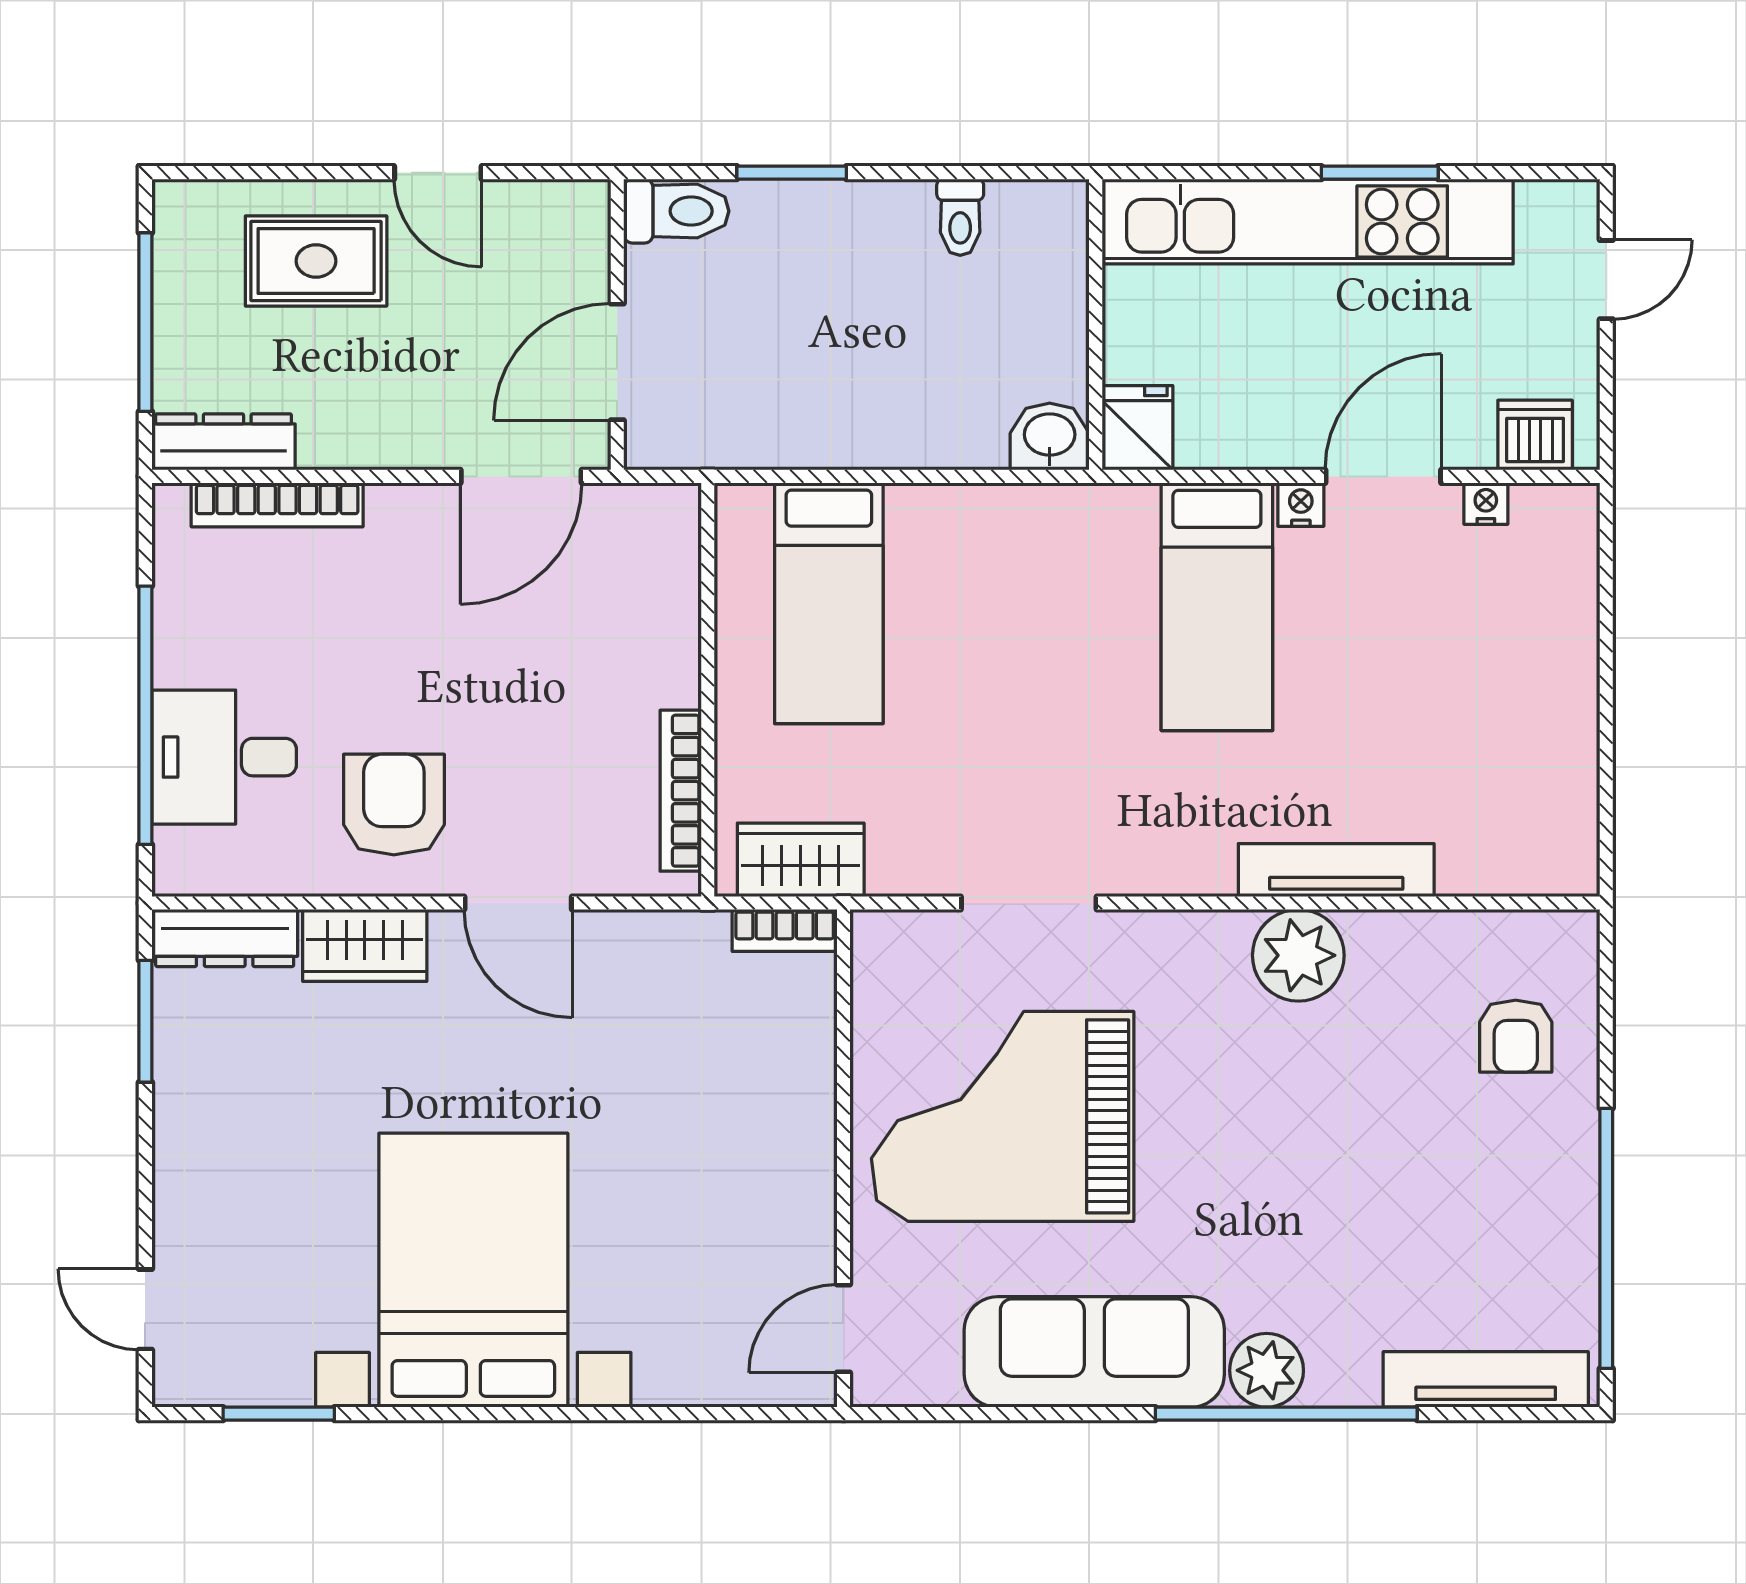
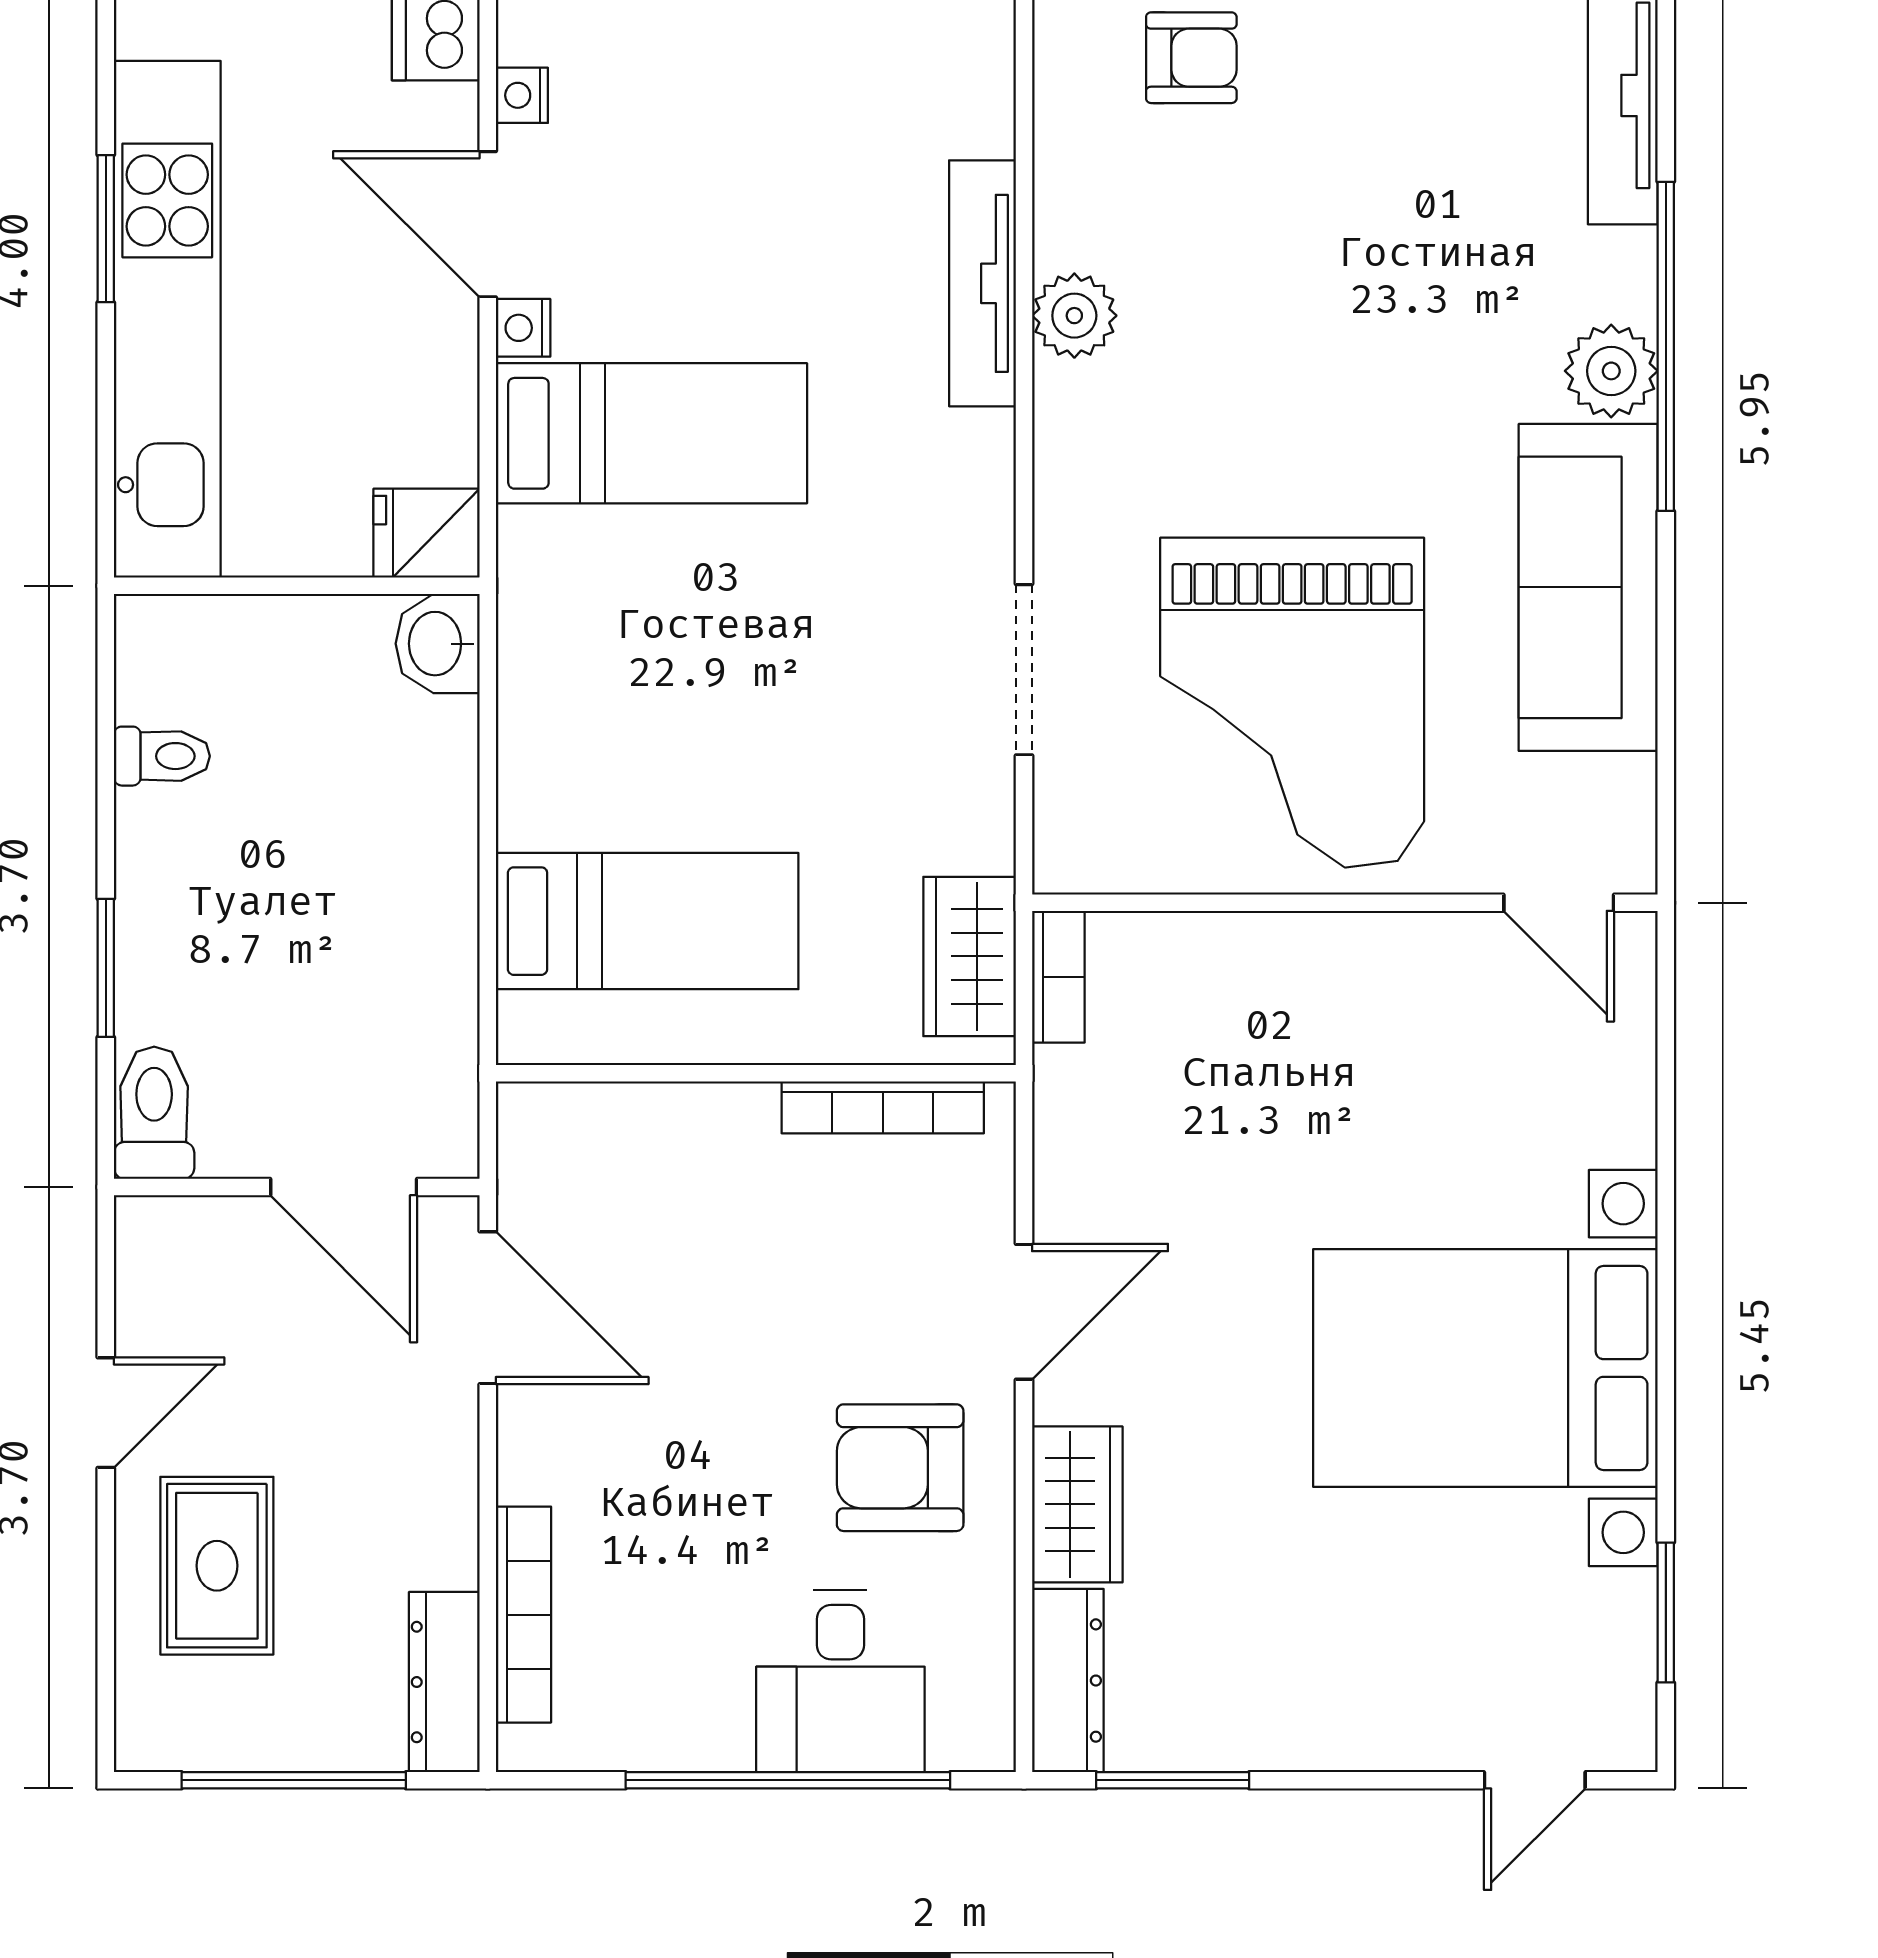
plant: (1298, 955) -> (1074, 316), width x0.73, depth x0.73

